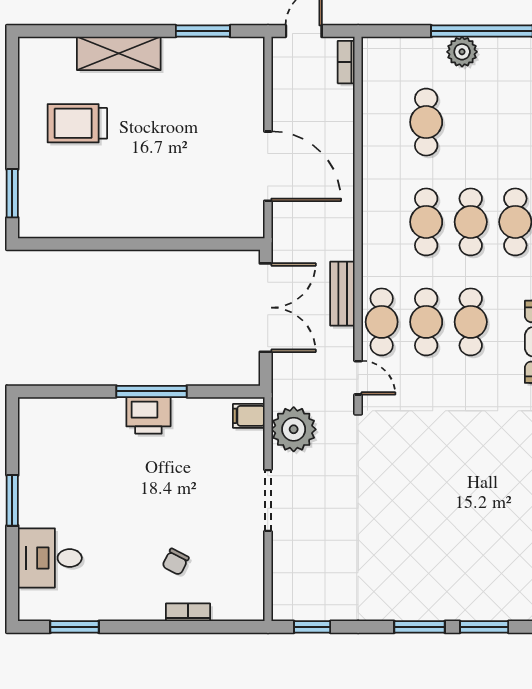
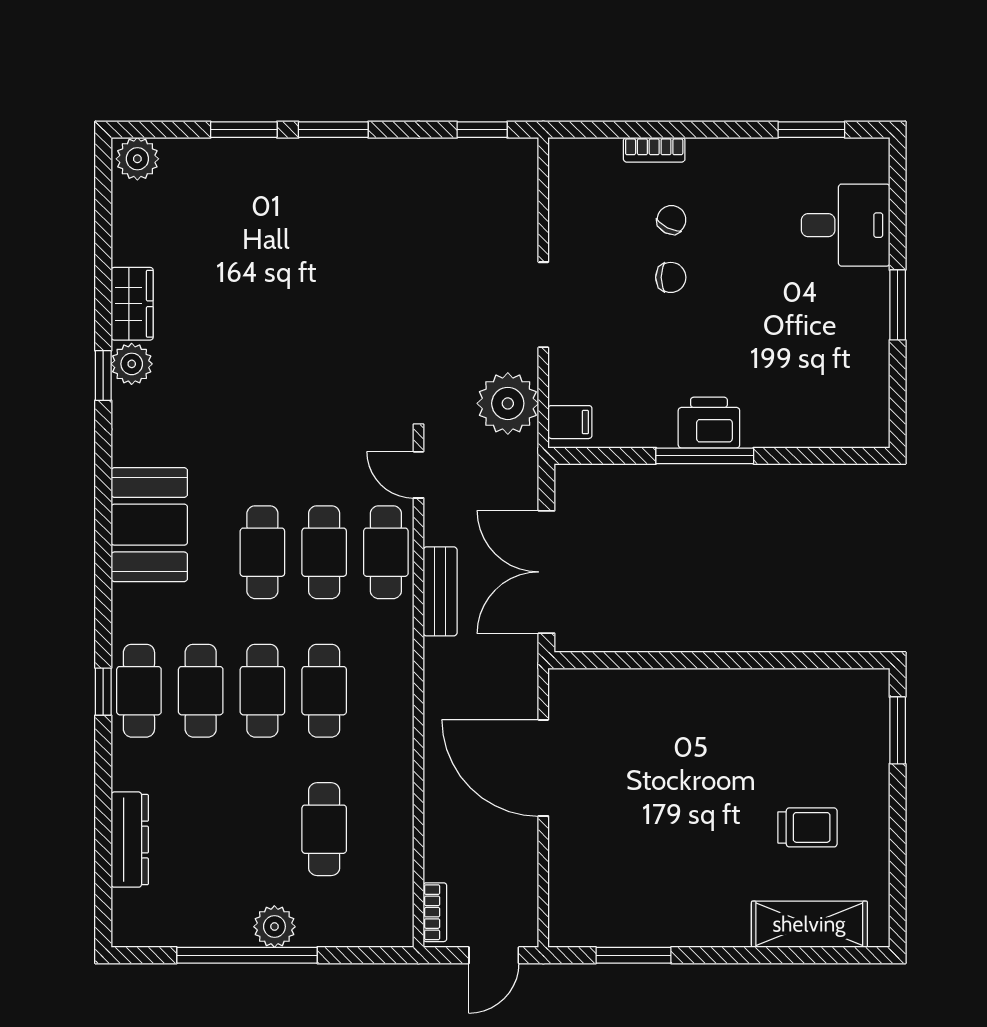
shelving: (119, 53) -> (809, 924), moved
trolley: (77, 123) -> (808, 827), width x0.73, depth x0.72
chair: (176, 520) -> (671, 277), added

